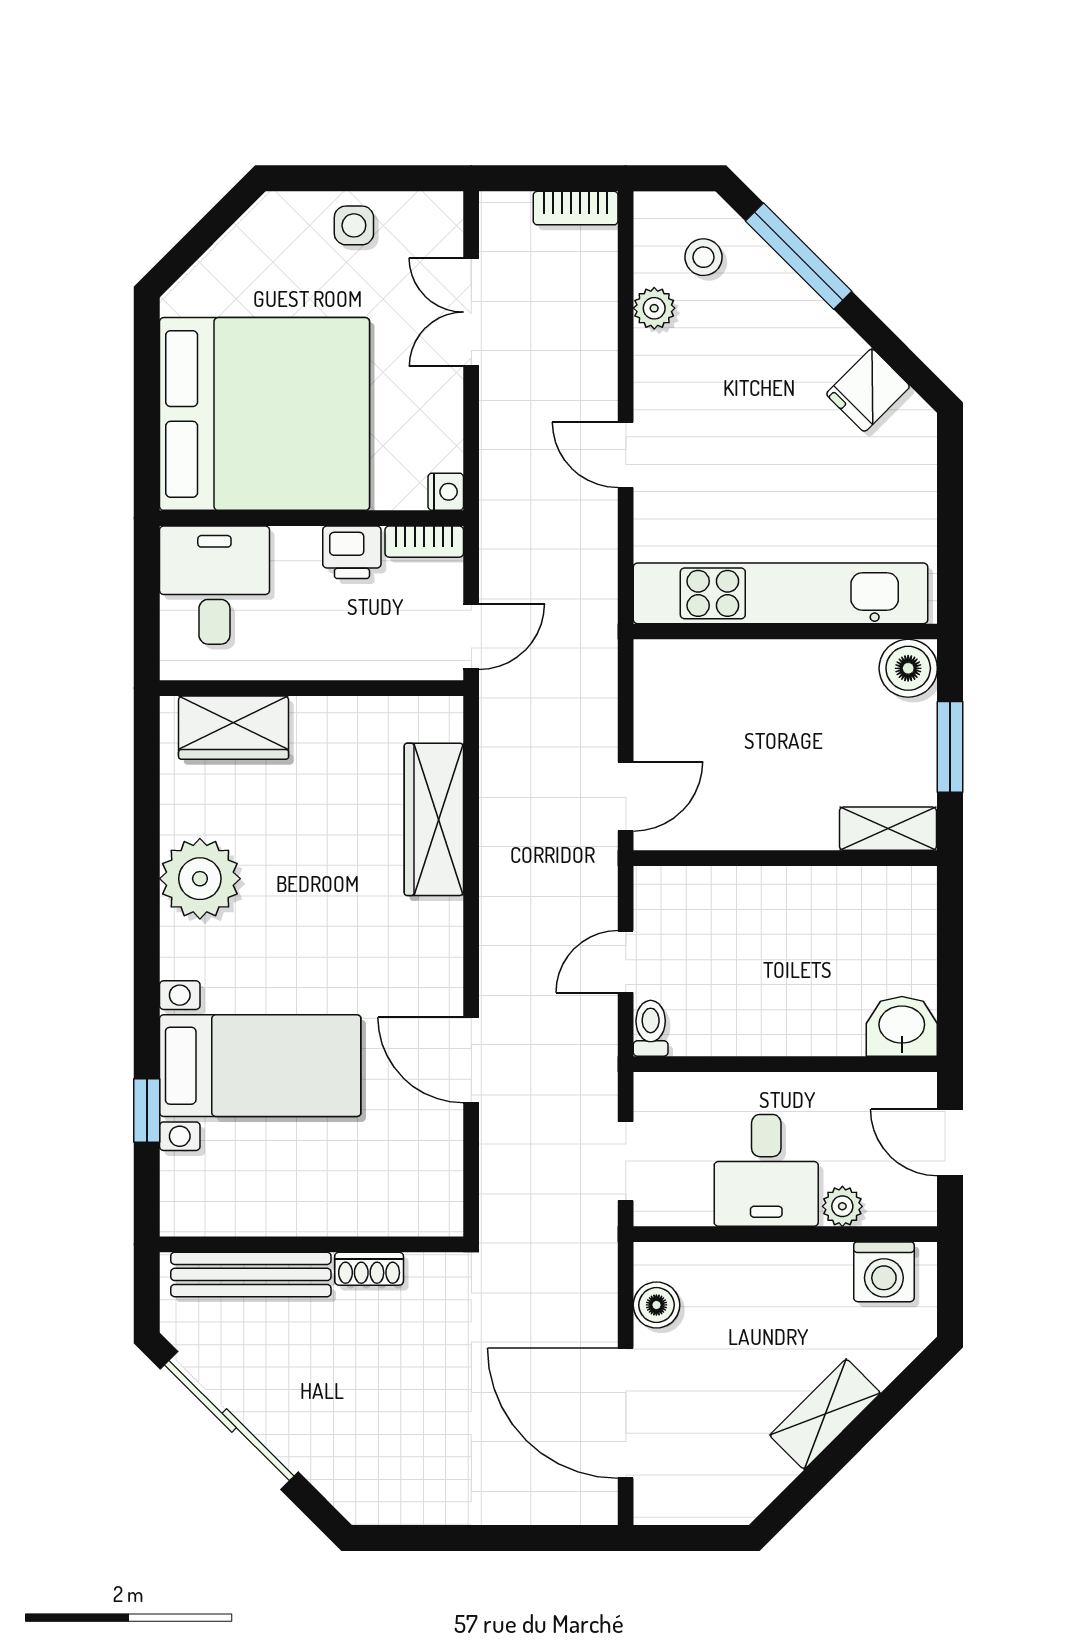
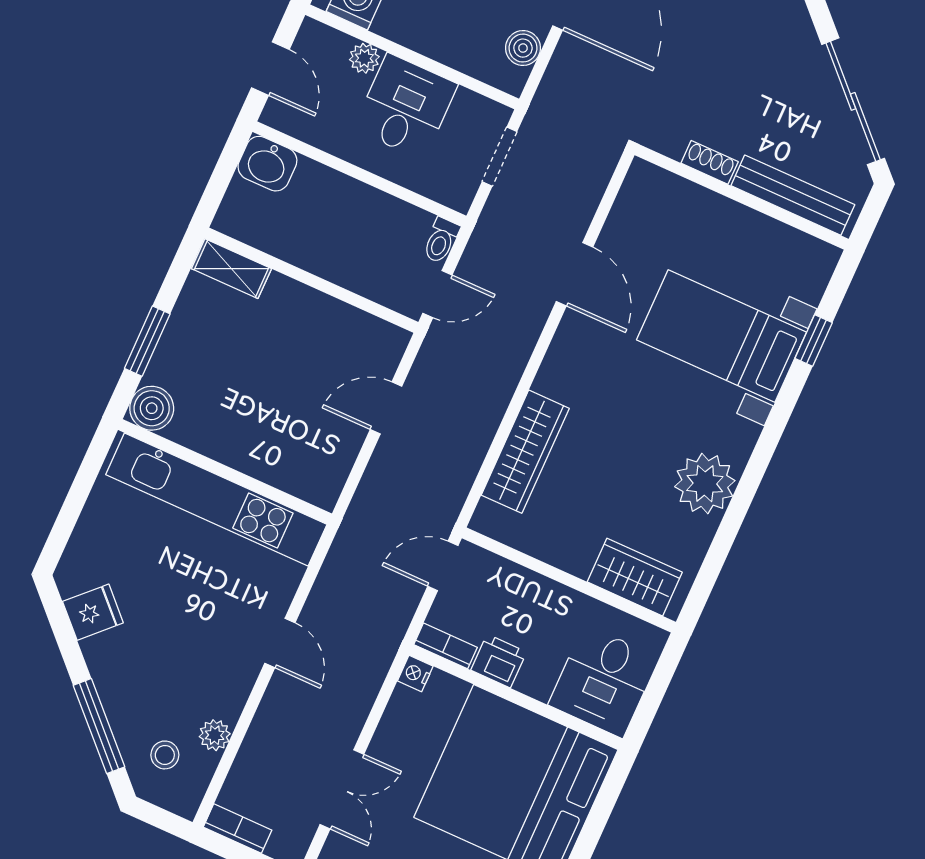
shelving: (888, 829) -> (231, 269), moved
wall: (785, 858) -> (311, 280), moved

